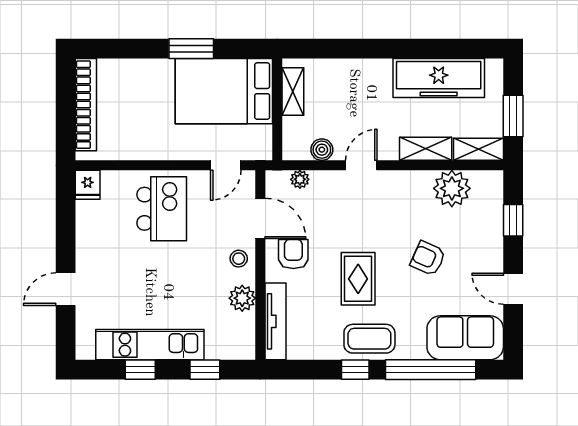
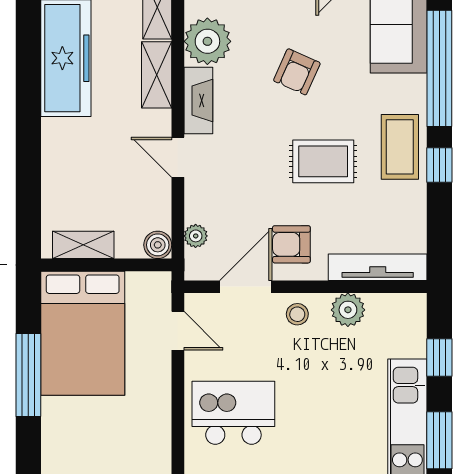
window: (191, 49) -> (28, 375), width x1.44
boiler: (322, 150) -> (158, 245), moved
fireplace: (406, 181) -> (198, 101), added
window: (140, 370) -> (439, 440), width x1.50

